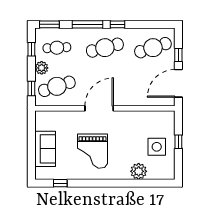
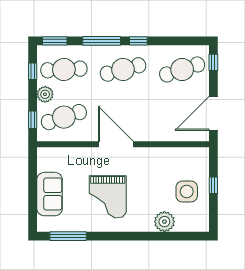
cafe table: (57, 48) -> (64, 69), width x1.37, depth x1.35
window: (178, 55) -> (213, 62), moved
door: (99, 108) -> (116, 144), hinge flipped
window: (60, 183) -> (68, 236), width x2.17

